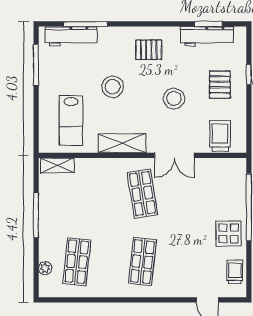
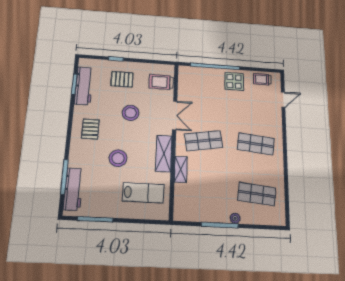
shelving: (57, 165) -> (181, 169), moved
plant: (45, 268) -> (235, 218), moved

